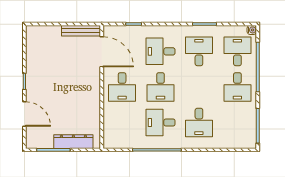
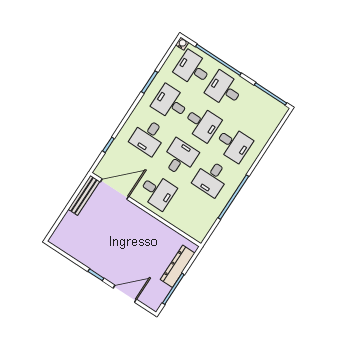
desk: (161, 87) -> (180, 157), turned -90
desk: (199, 87) -> (202, 123), added
desk: (237, 87) -> (224, 89), turned 180

